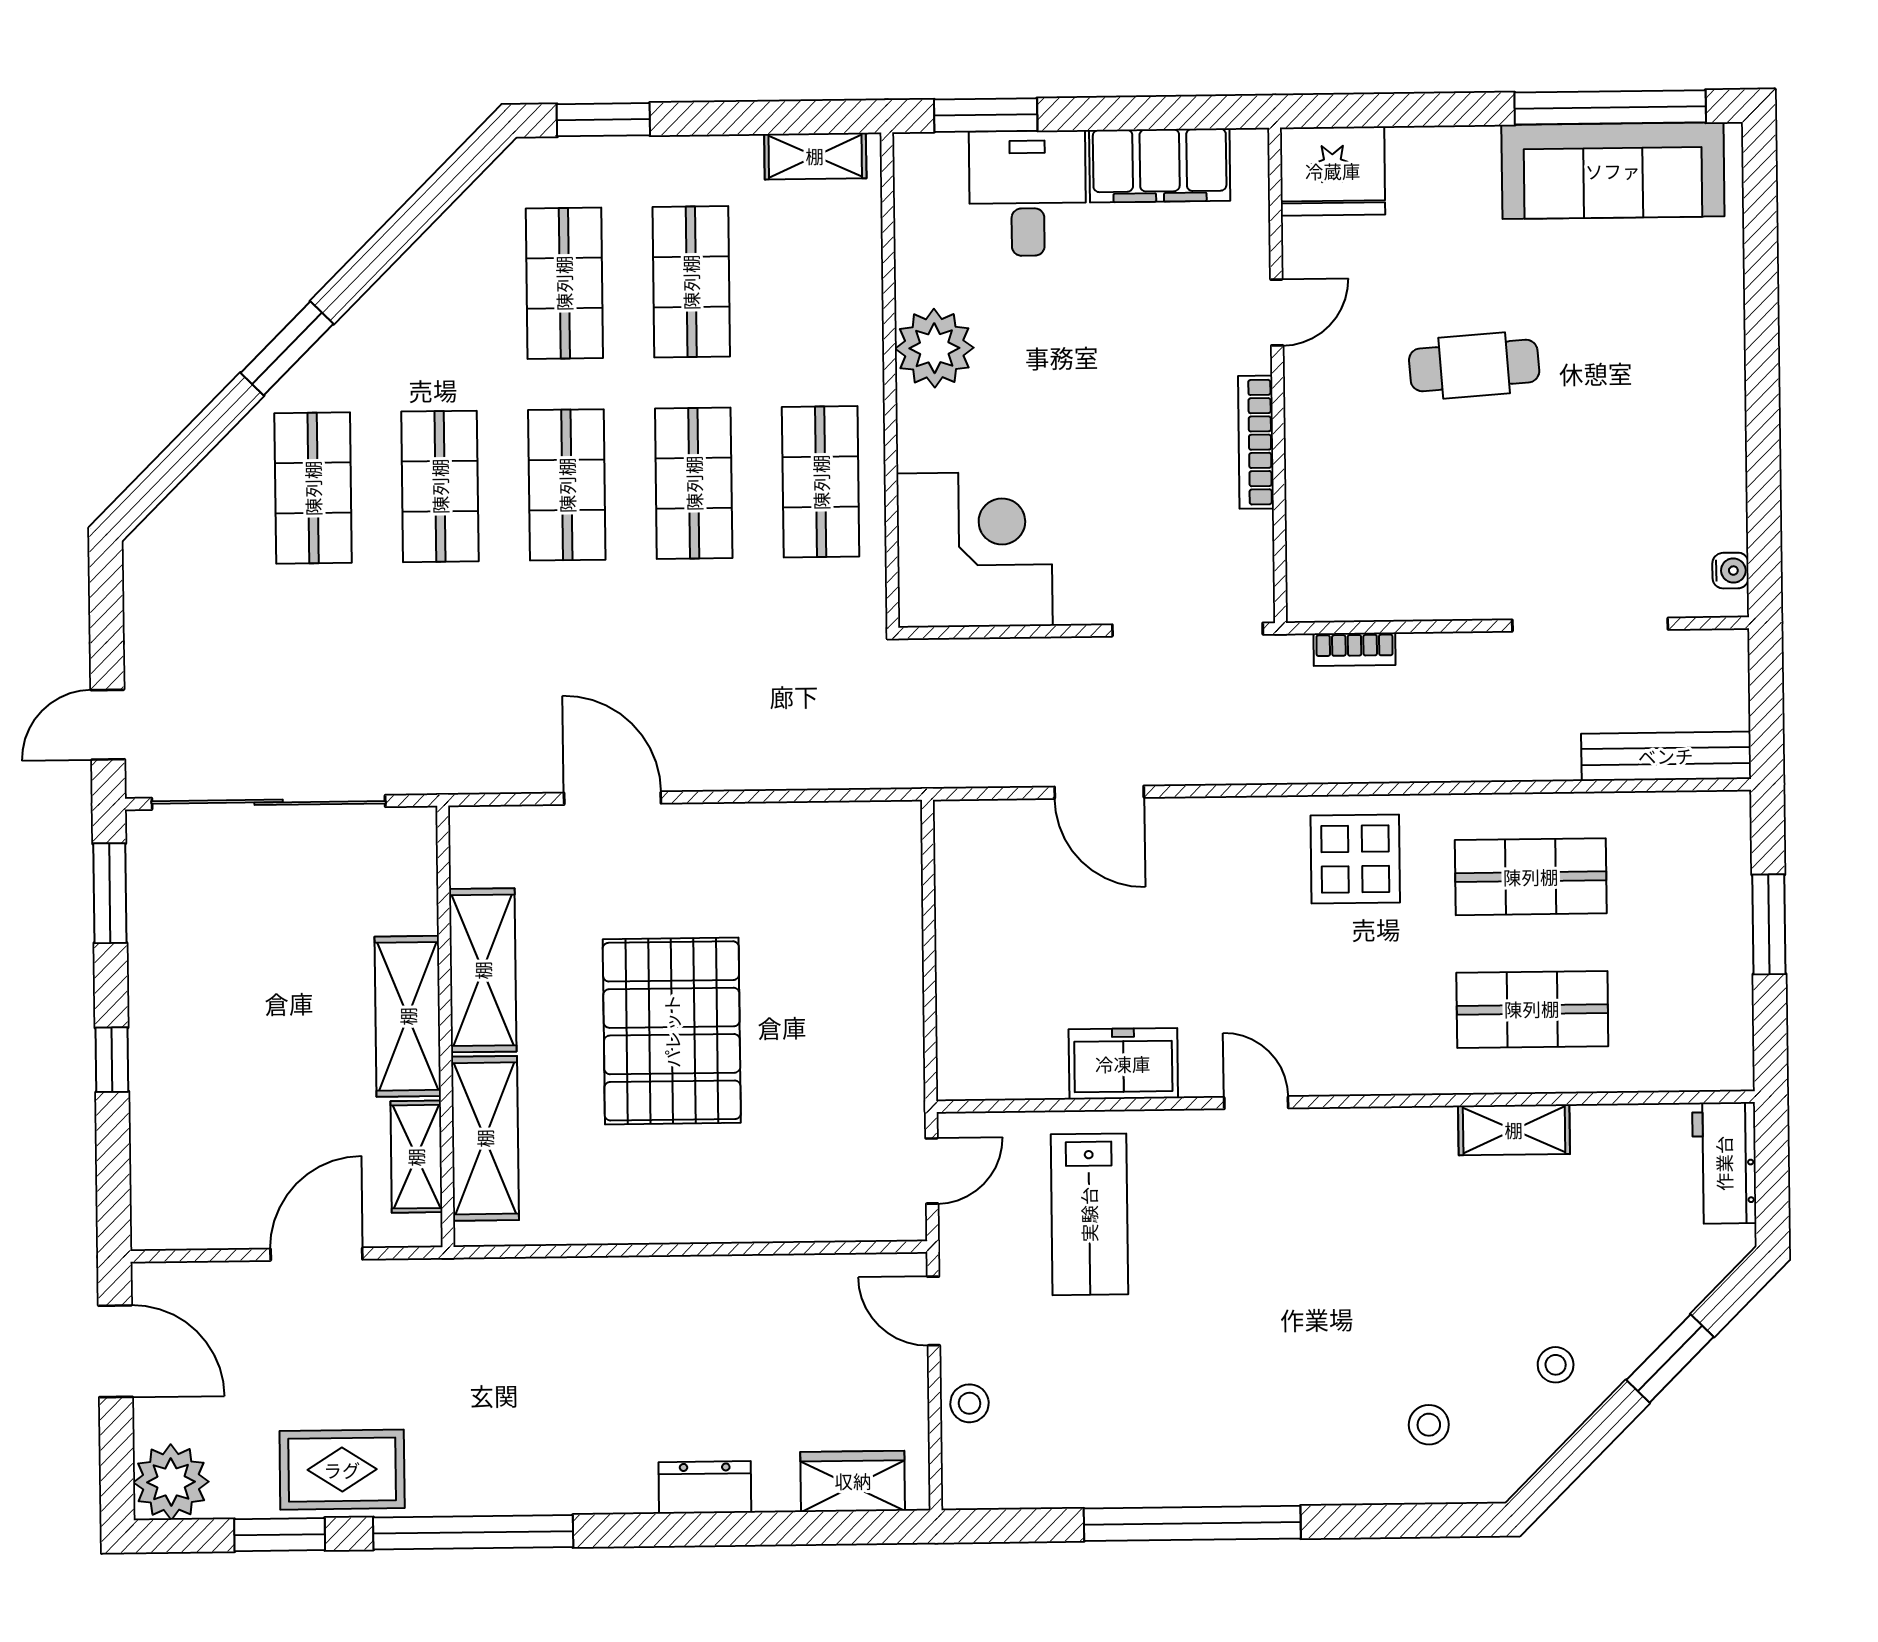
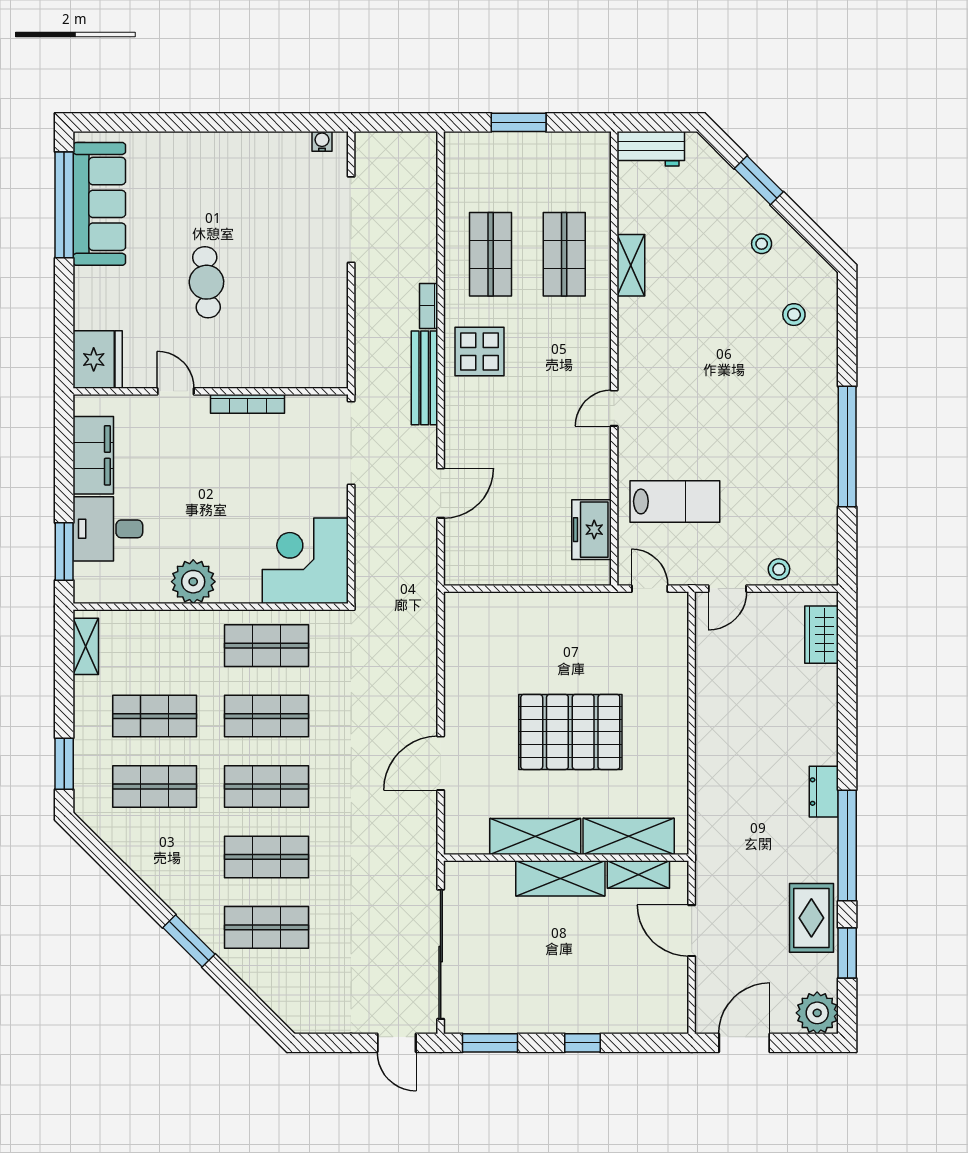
bookcase: (1355, 649) -> (429, 306), moved, turned 180
bench: (1666, 756) -> (425, 378), moved
freezer: (1123, 1064) -> (592, 530), moved
dresser: (705, 1487) -> (824, 792), moved

